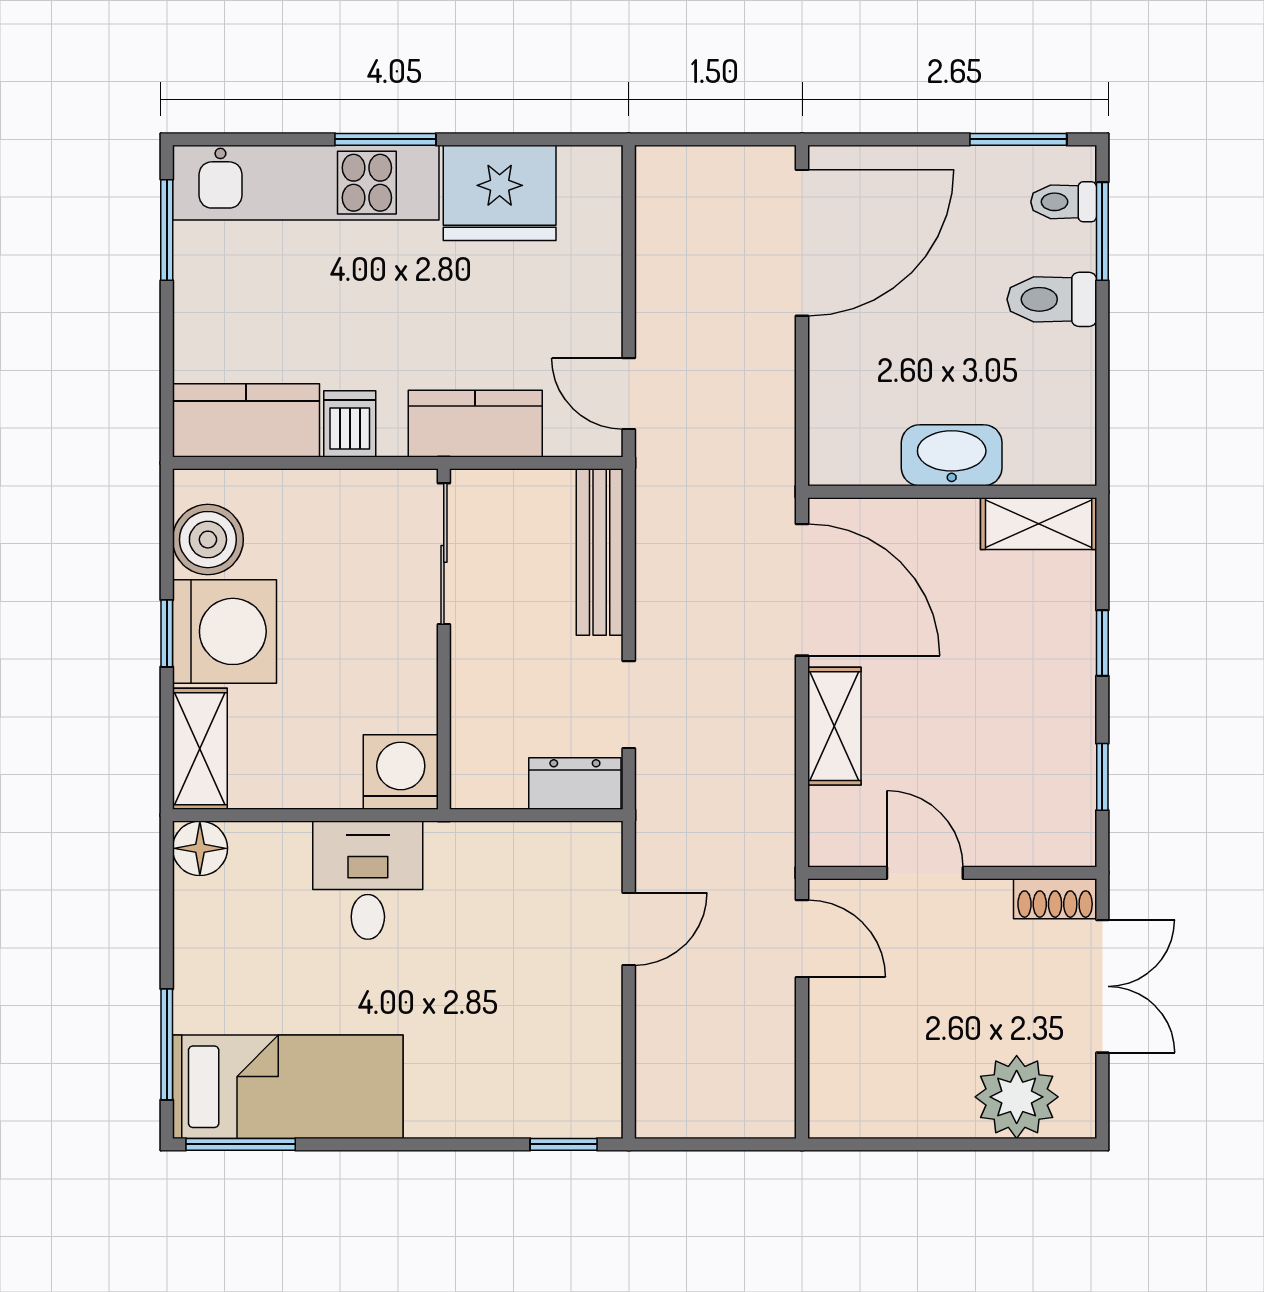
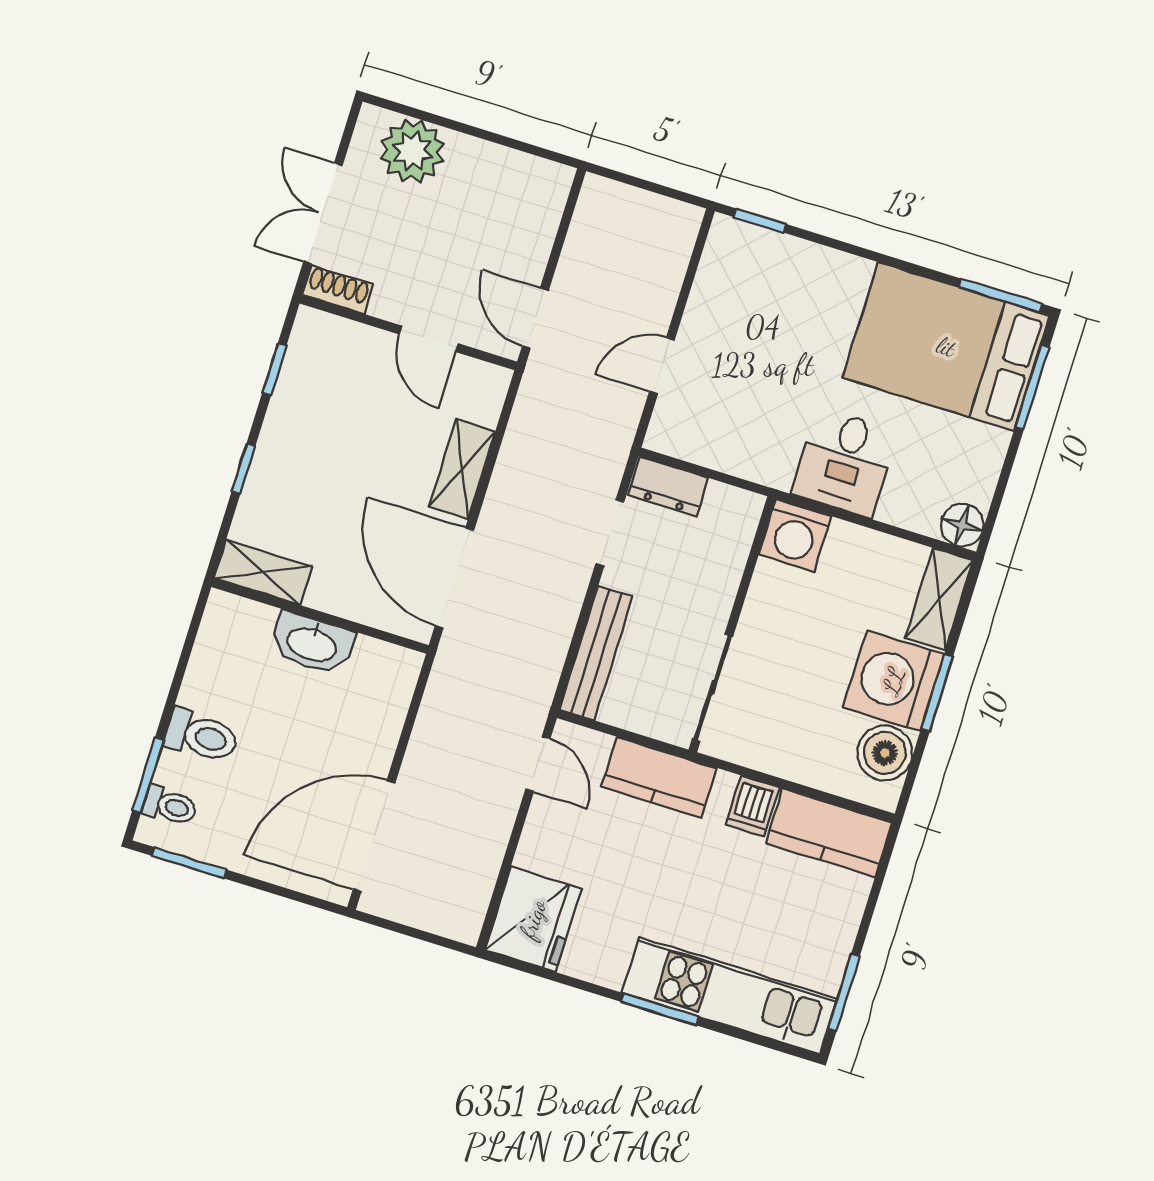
fridge: (500, 193) -> (533, 919), moved, turned 90
window: (167, 633) -> (937, 693), width x1.50
bed: (288, 1087) -> (946, 347), width x1.50

